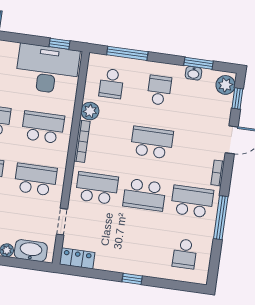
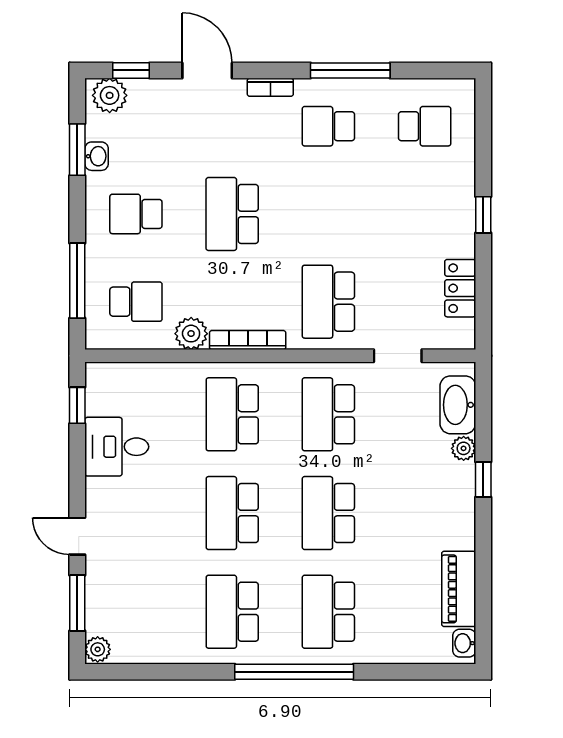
desk: (47, 69) -> (117, 447), width x0.53, depth x0.77
school desk: (144, 195) -> (328, 214), removed
school desk: (192, 201) -> (328, 126), width x0.54
locker: (77, 258) -> (460, 288), moved

